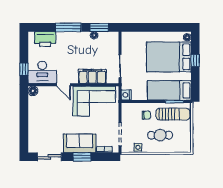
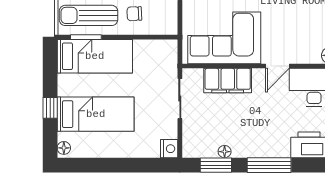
bed: (169, 57) -> (96, 114), width x0.67
door: (63, 85) -> (278, 66), swing flipped
nightstand: (126, 95) -> (169, 149), moved

